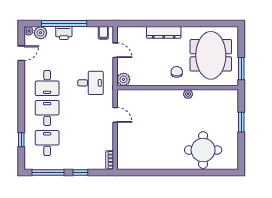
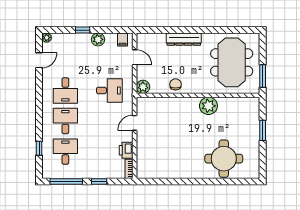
window: (64, 23) -> (83, 30), width x0.32
plant: (41, 33) -> (98, 39), moved
printer: (64, 33) -> (126, 150), moved, turned 90
chair: (177, 72) -> (175, 84), moved
plant: (188, 94) -> (208, 106), width x1.88, depth x1.88
door: (115, 115) -> (135, 123), swing flipped

